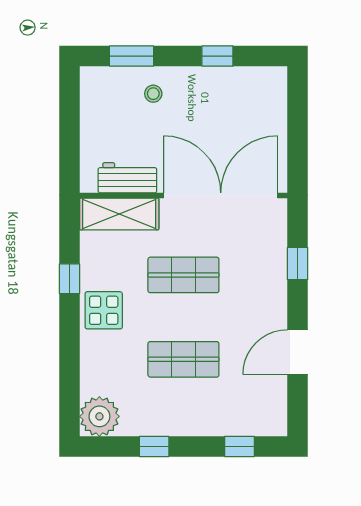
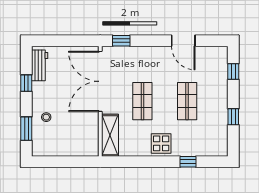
workbench: (127, 178) -> (40, 65), moved, turned 180
window: (298, 264) -> (121, 41), moved
window: (69, 279) -> (188, 162), moved
plant: (99, 416) -> (217, 146), removed

